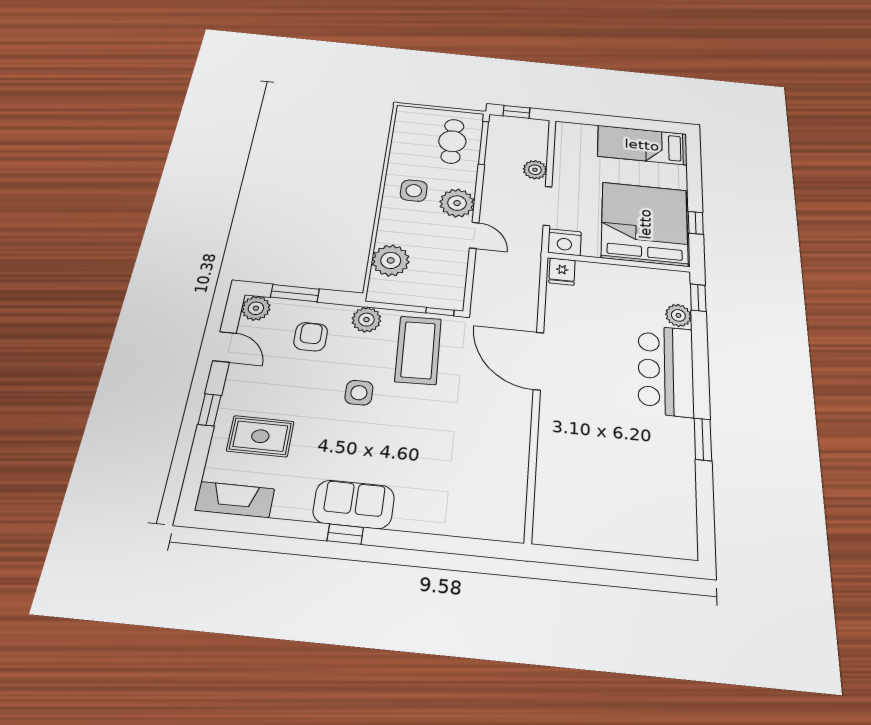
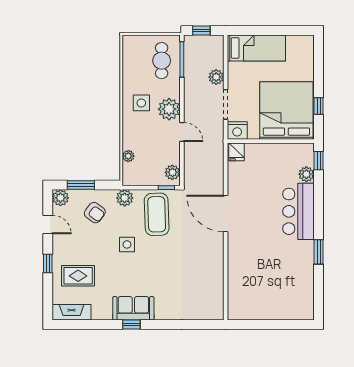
bed: (642, 145) -> (256, 48), moved, turned 180
plant: (391, 260) -> (128, 156), width x0.53, depth x0.53
plant: (453, 290) -> (172, 172), added
armchair: (311, 337) -> (95, 213), turned 126

